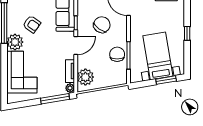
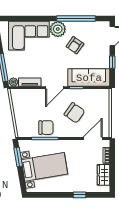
window: (187, 33) -> (79, 195), moved
door: (76, 46) -> (54, 88), hinge flipped
plant: (85, 77) -> (24, 97), removed
window: (166, 80) -> (18, 157), moved

